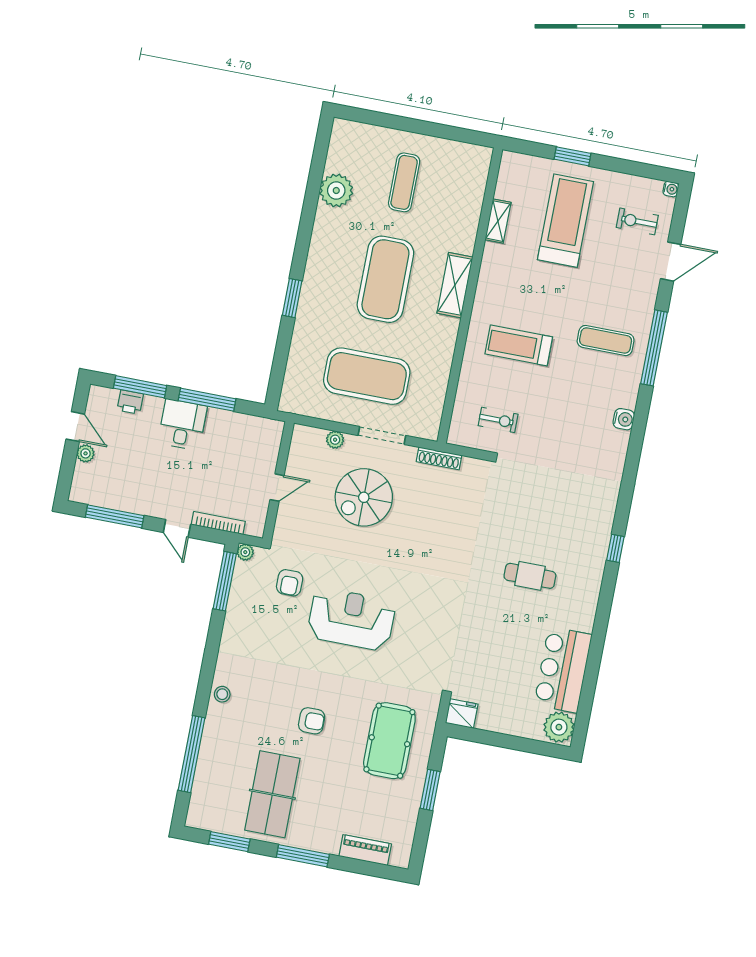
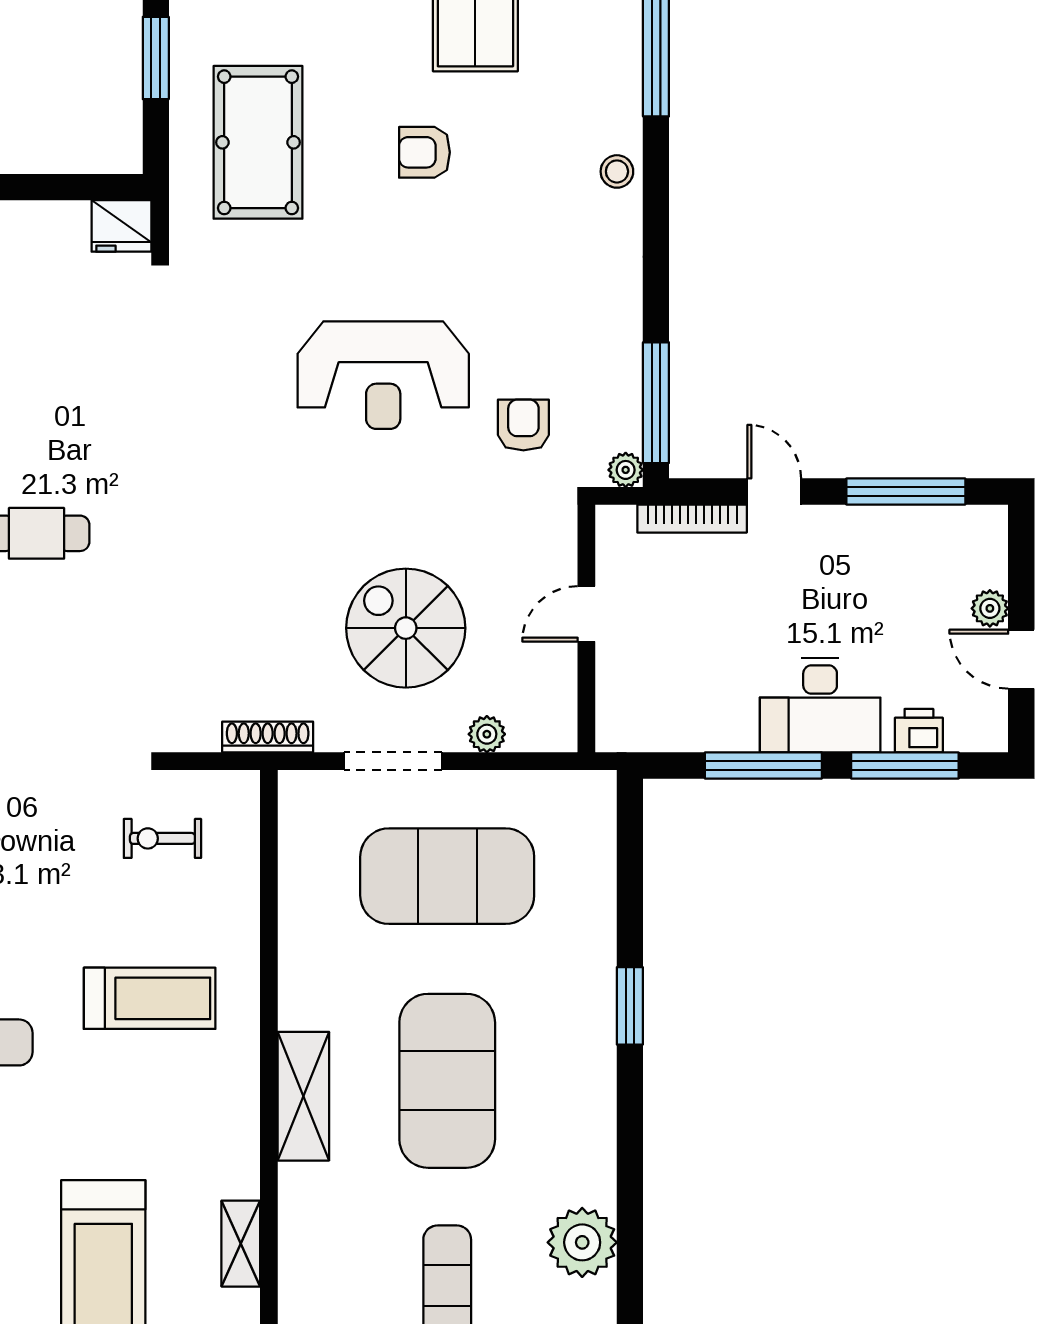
desk: (182, 425) -> (820, 705), width x1.37
spiral stairs: (364, 497) -> (406, 628), turned -90

